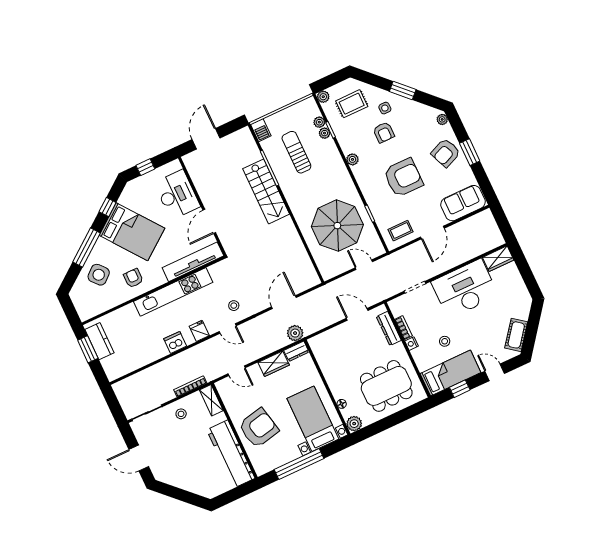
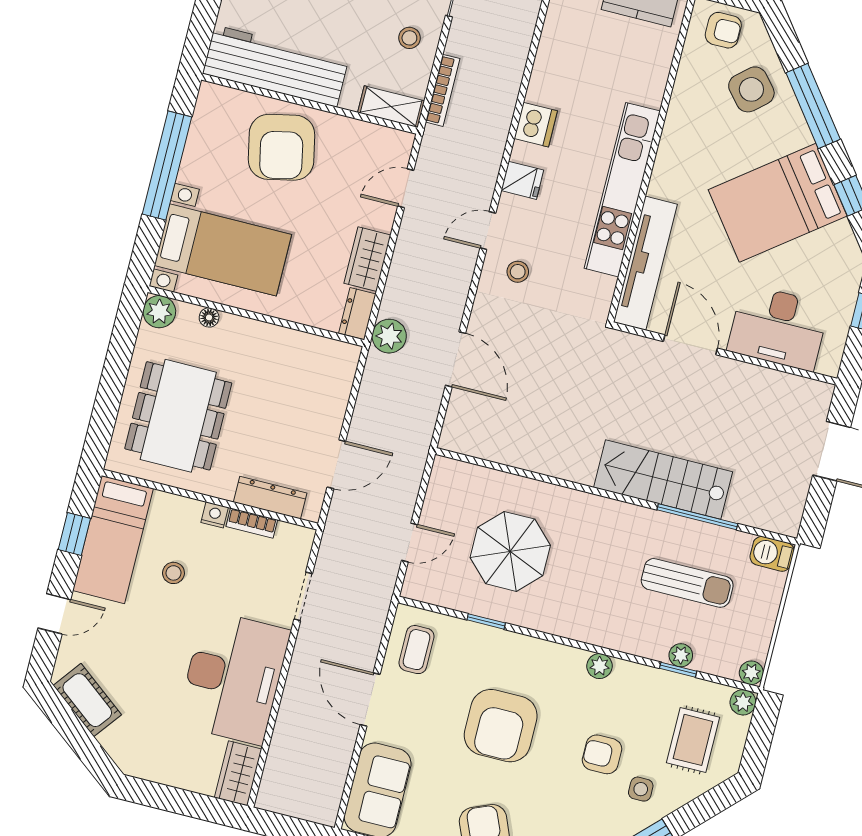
plant: (319, 122) -> (751, 673), moved
parasol: (337, 226) -> (510, 551), width x0.73, depth x0.73
armchair: (133, 278) -> (723, 30), moved

